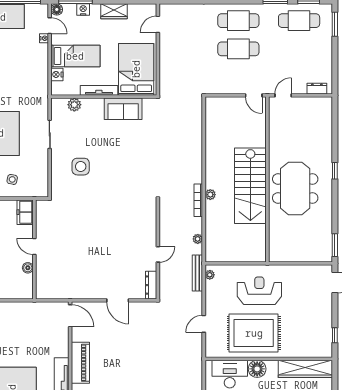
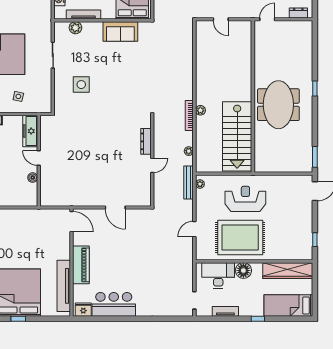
tv unit: (99, 90) -> (83, 15), moved
door: (254, 95) -> (221, 19), moved
stairs: (250, 186) -> (237, 136), moved
freezer: (25, 212) -> (30, 131), width x1.40
dresser: (151, 285) -> (146, 141), moved

